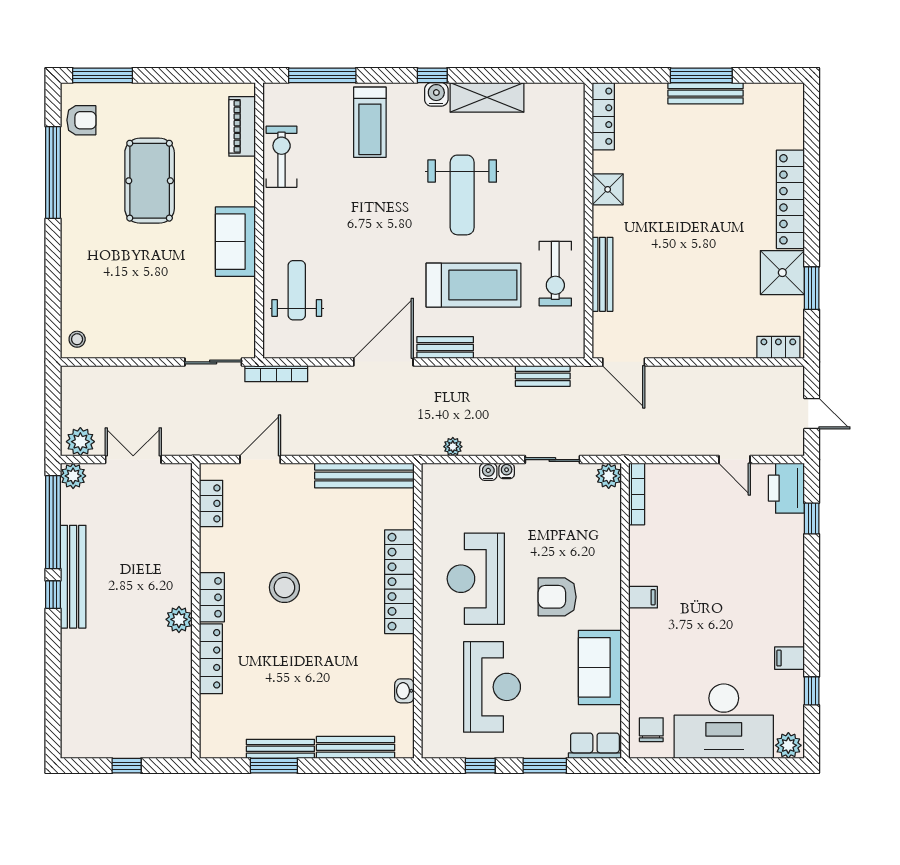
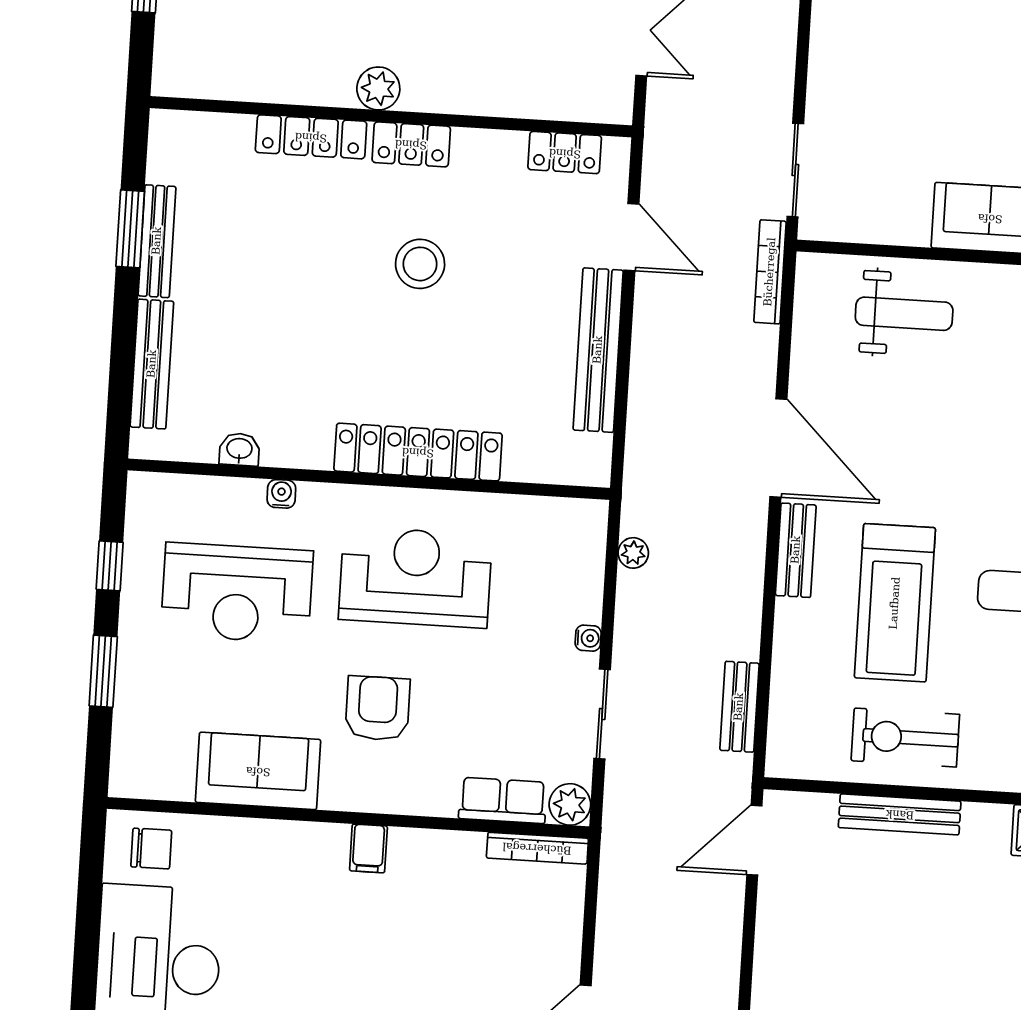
water cooler: (488, 472) -> (281, 494), moved, turned -90
bench: (364, 476) -> (598, 350), moved
row of seats: (595, 746) -> (503, 800), moved, turned -90

